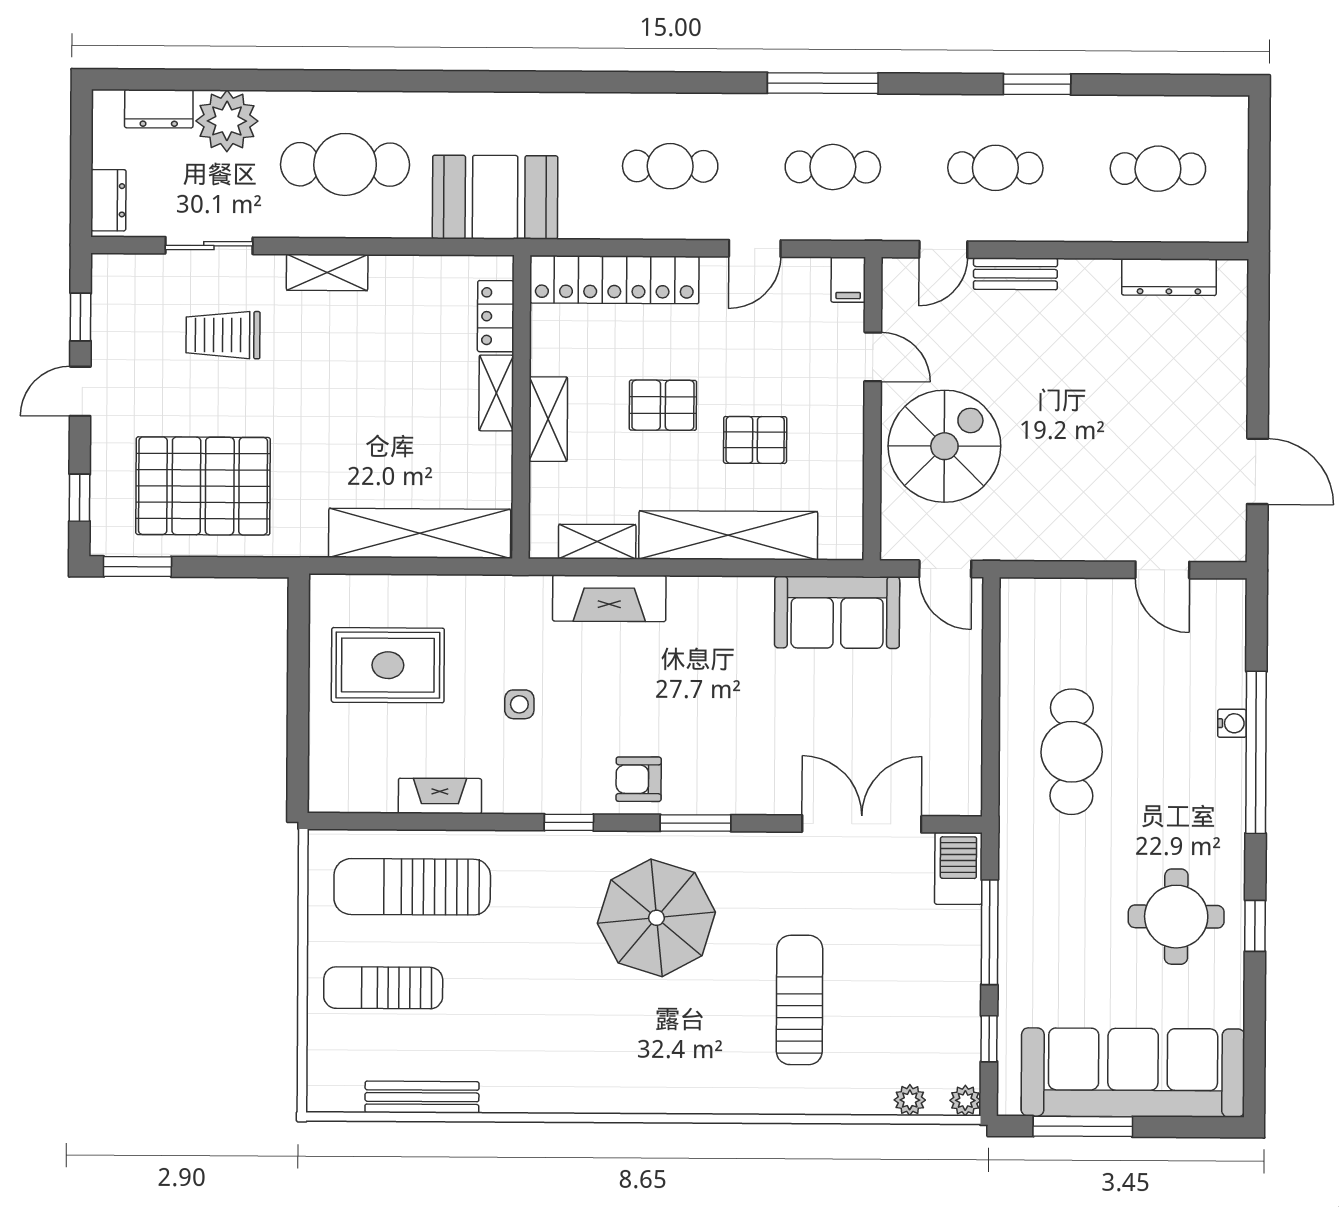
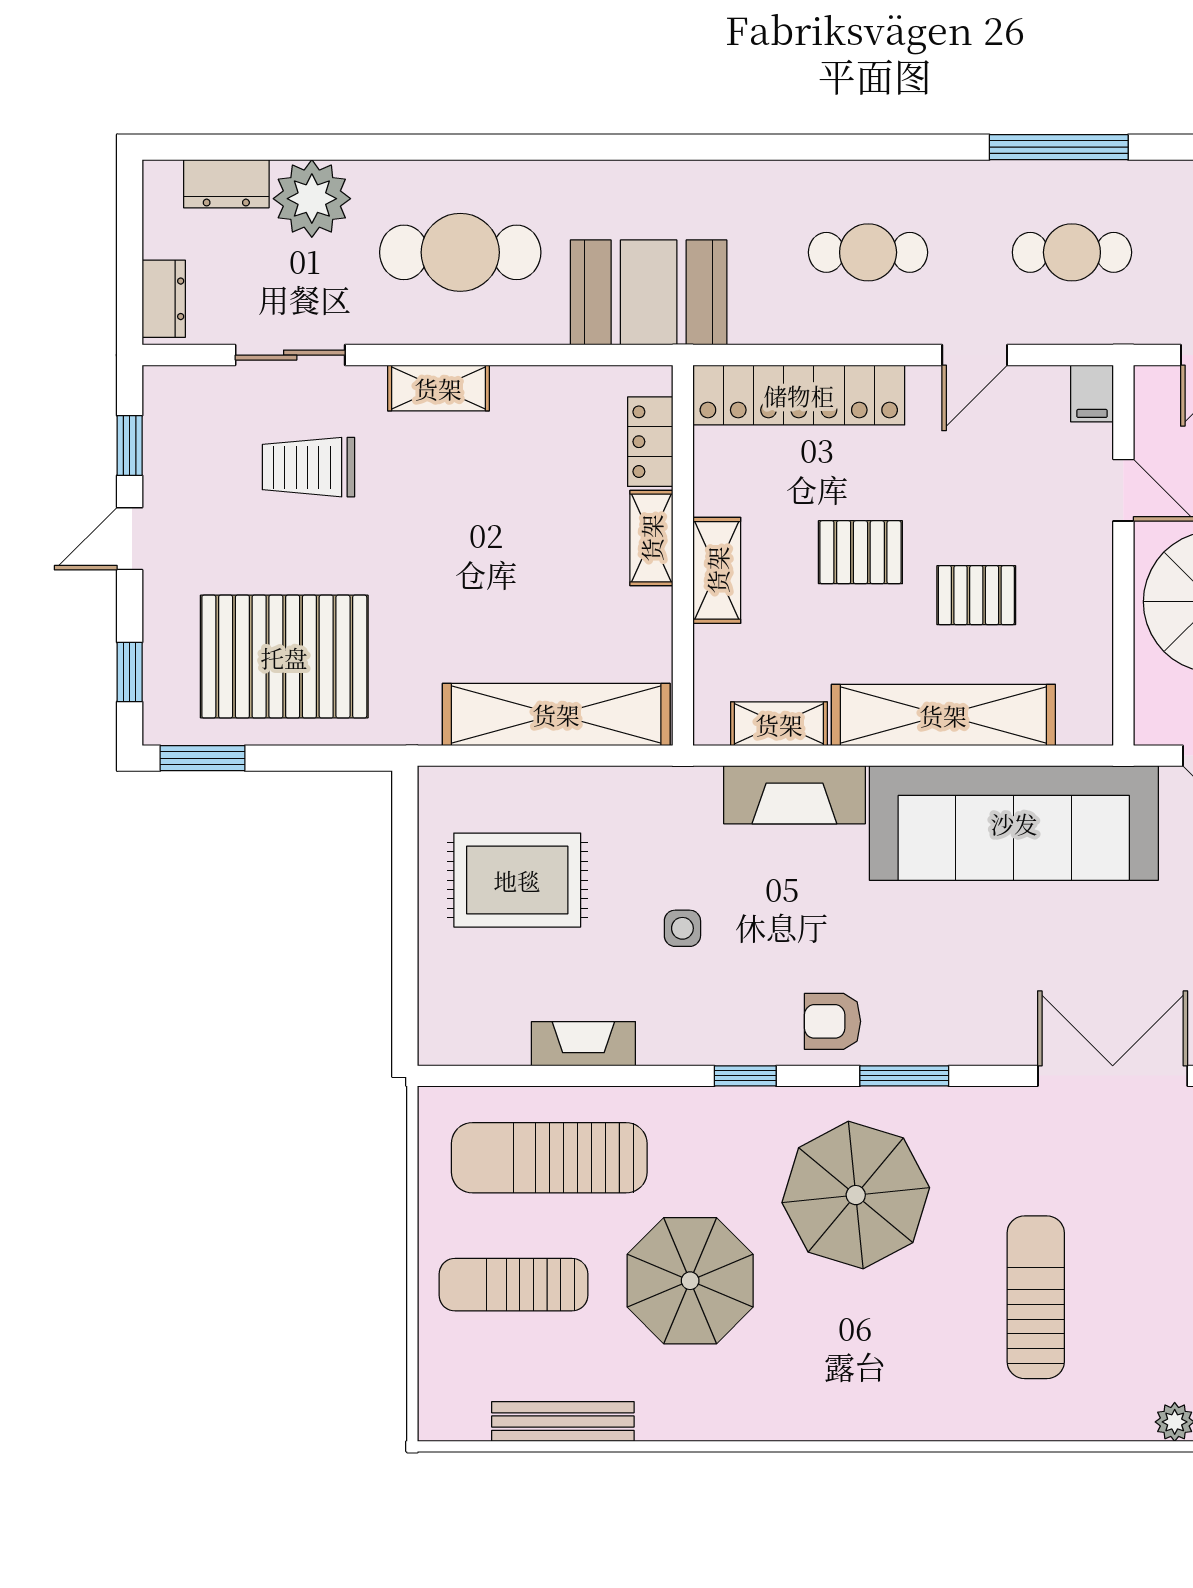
sofa: (837, 612) -> (1014, 823), width x1.85, depth x1.27
parasol: (524, 985) -> (690, 1281), added

